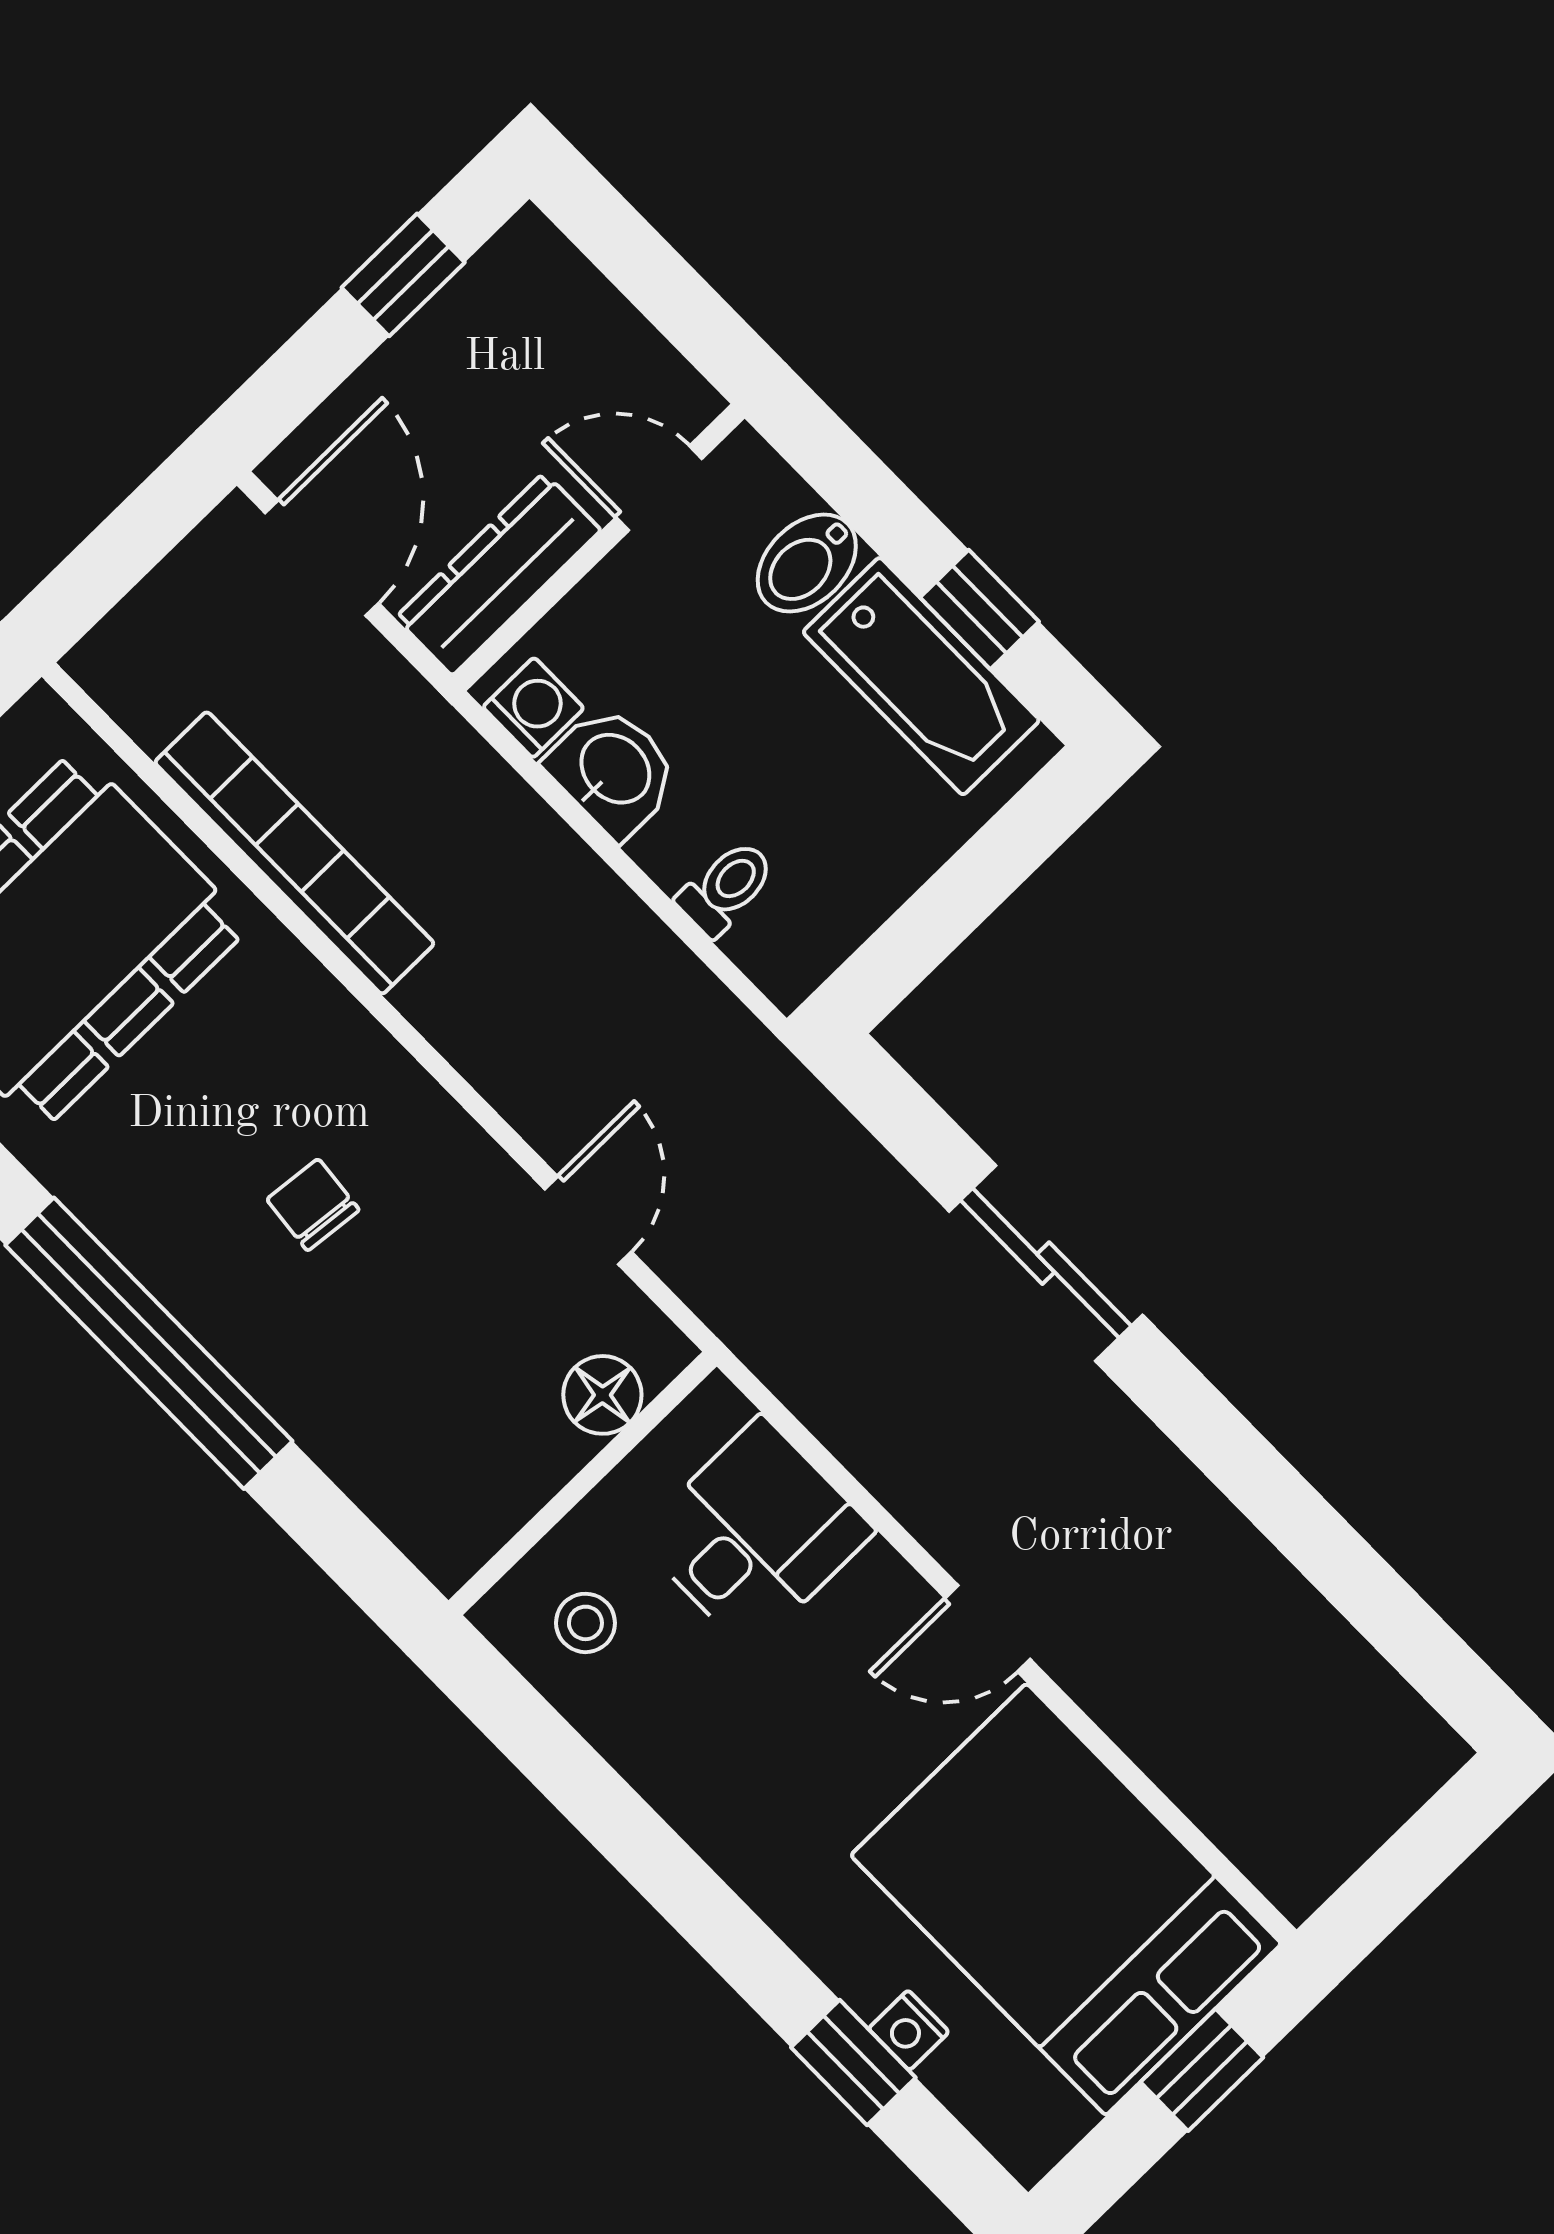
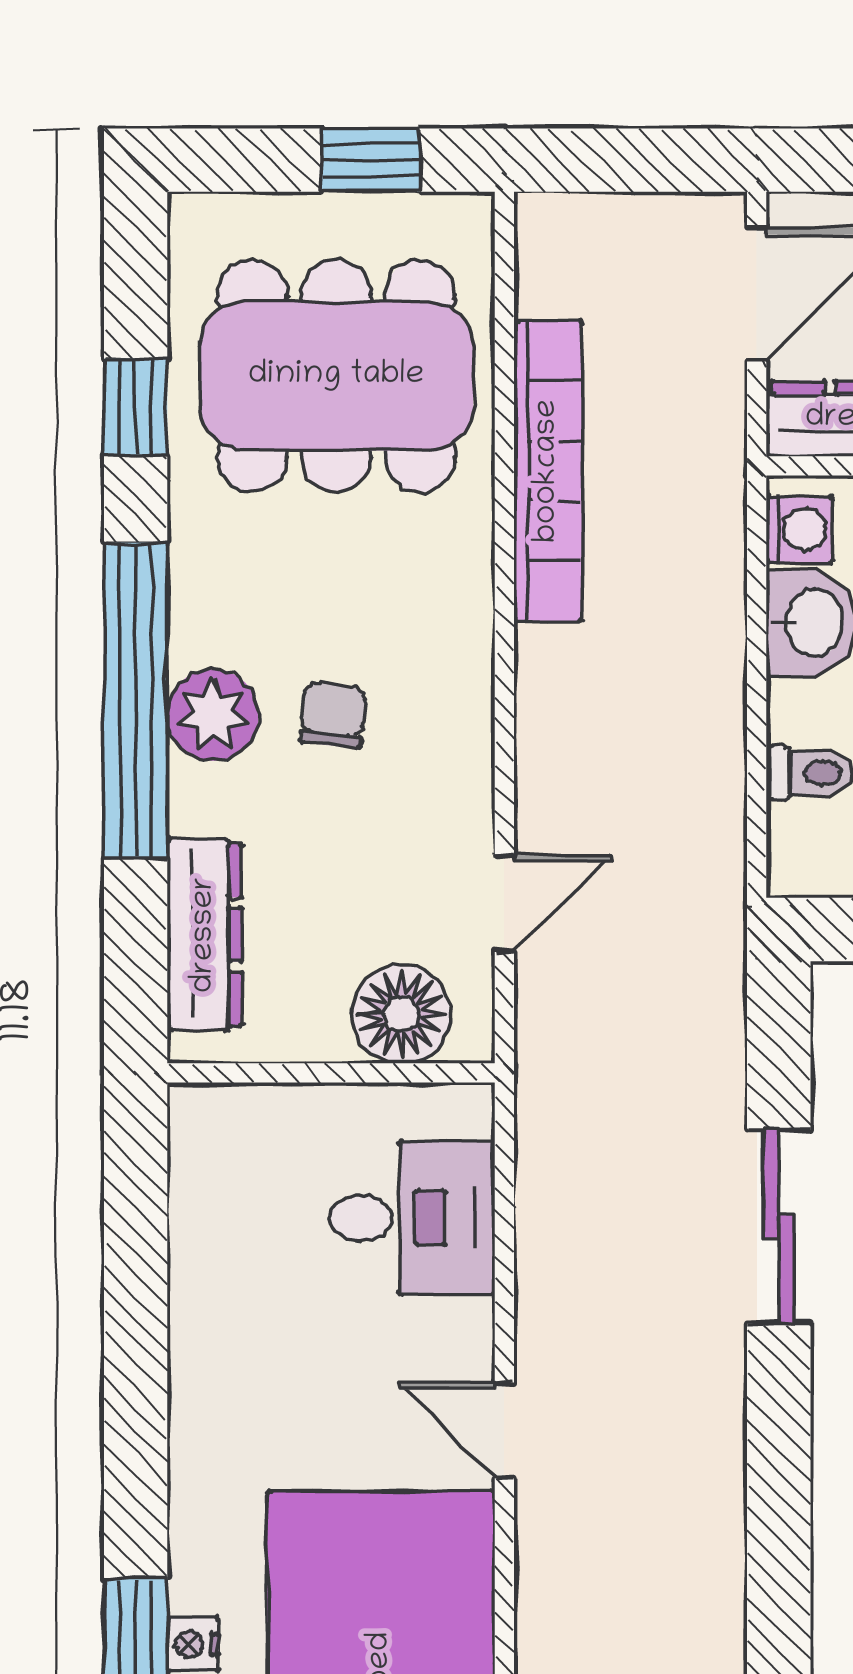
plant: (220, 1296) -> (213, 715), added
floor lamp: (602, 1395) -> (401, 1014), width x1.38, depth x1.38
dresser: (380, 1472) -> (205, 935), added
stool: (585, 1623) -> (243, 1167), removed

